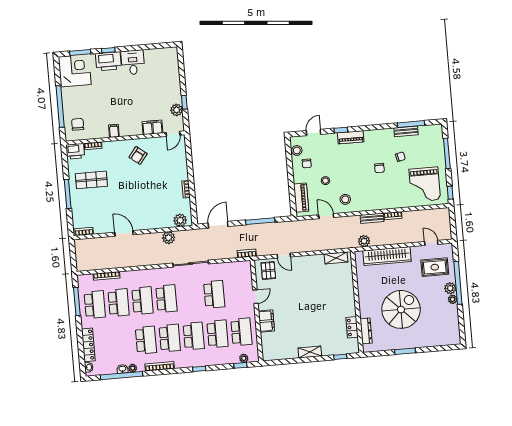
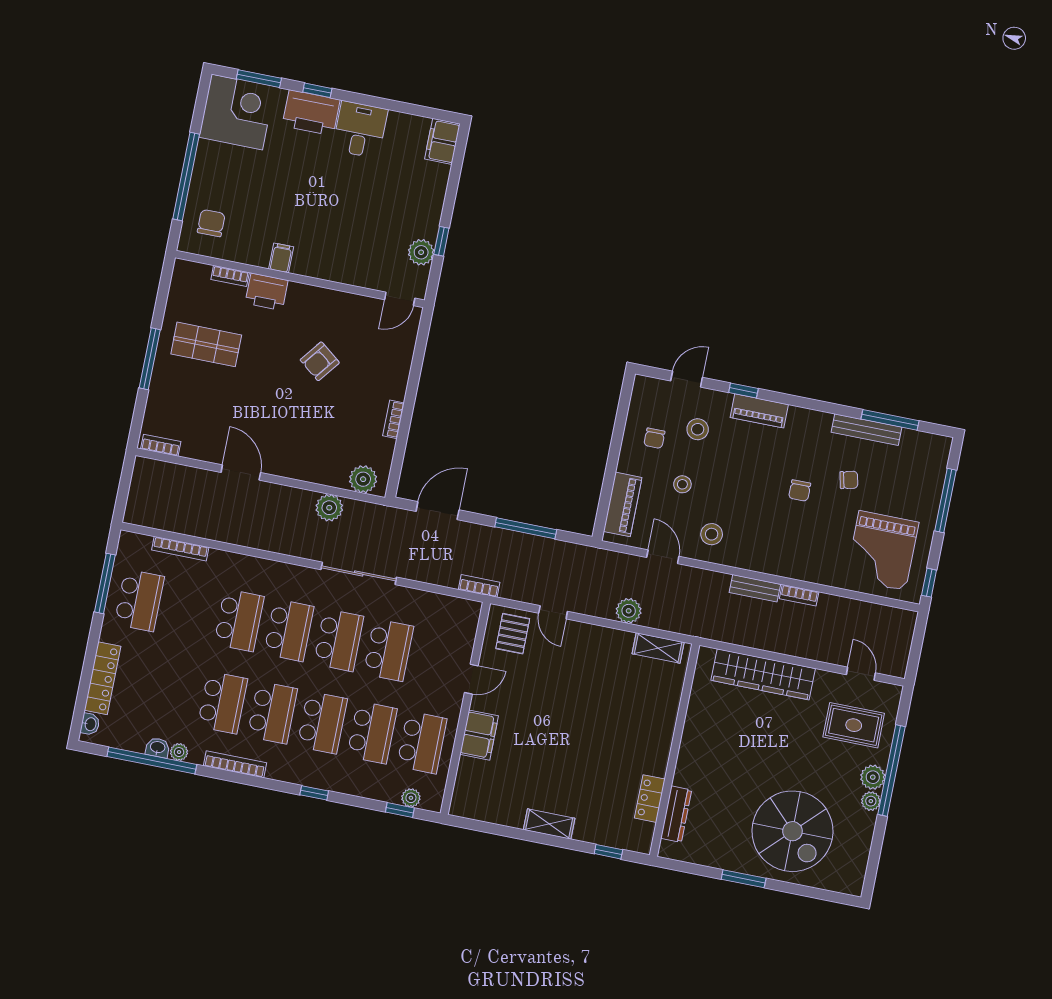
filing cabinet: (152, 127) -> (442, 141), moved, turned -90
bench: (406, 131) -> (867, 430), width x1.36
stool: (297, 150) -> (698, 429), moved
printer: (75, 151) -> (267, 292), moved
armchair: (138, 155) -> (320, 361), moved
plant: (364, 241) -> (629, 611), moved
school desk: (119, 303) -> (339, 640), moved
spiral stairs: (401, 309) -> (792, 831), moved, turned 90

